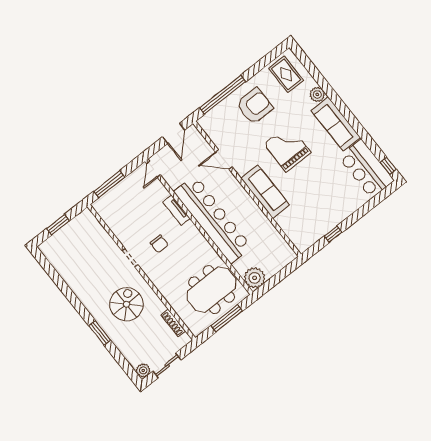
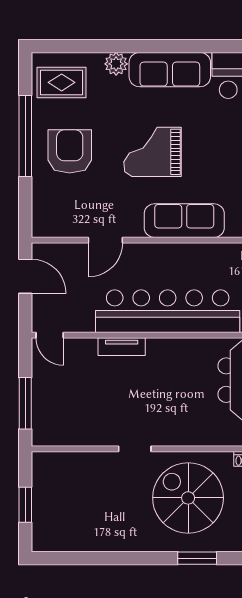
window: (223, 95) -> (25, 136), moved
chair: (159, 244) -> (146, 400), removed
spiral stairs: (126, 304) -> (188, 498), width x1.37, depth x1.37

